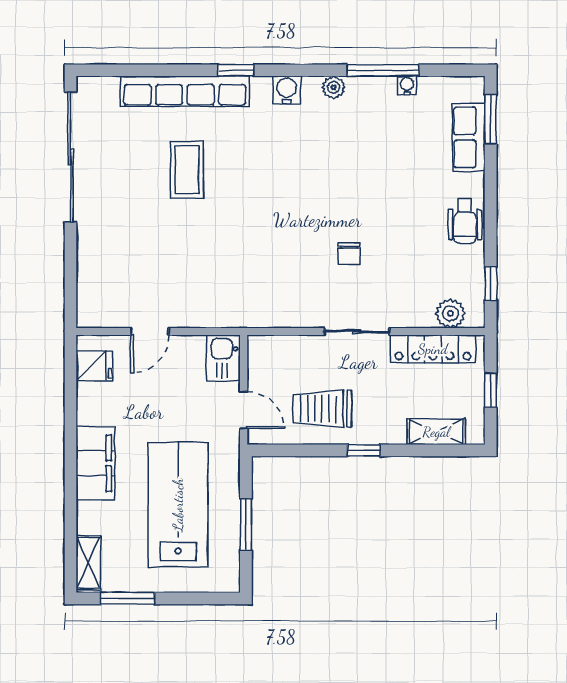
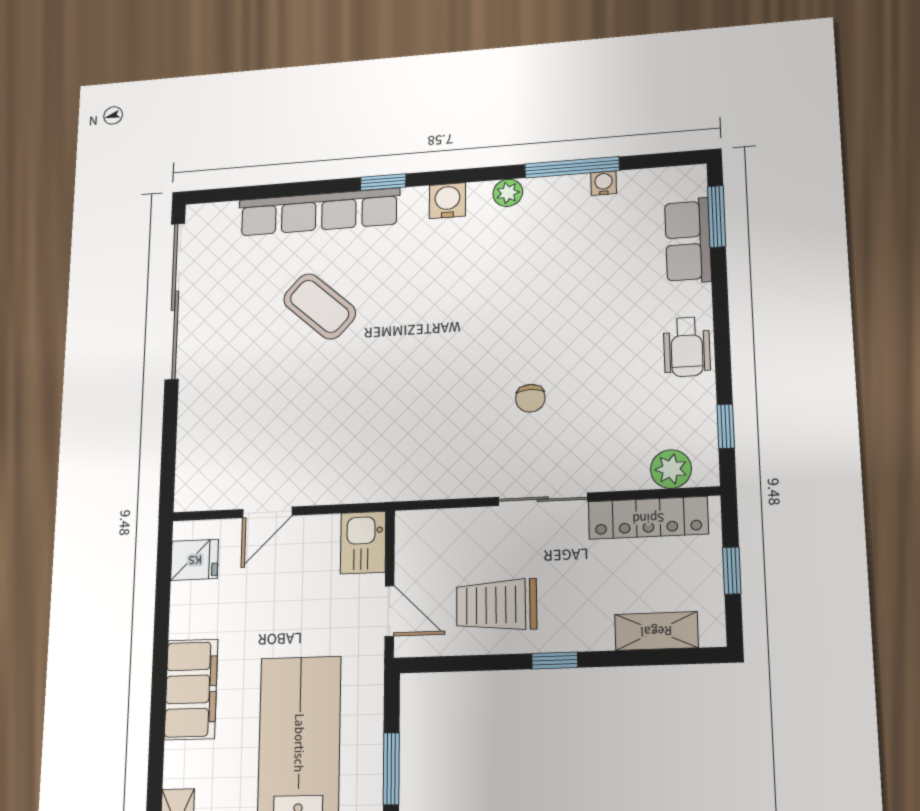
coffee table: (187, 170) -> (320, 306), turned -48

